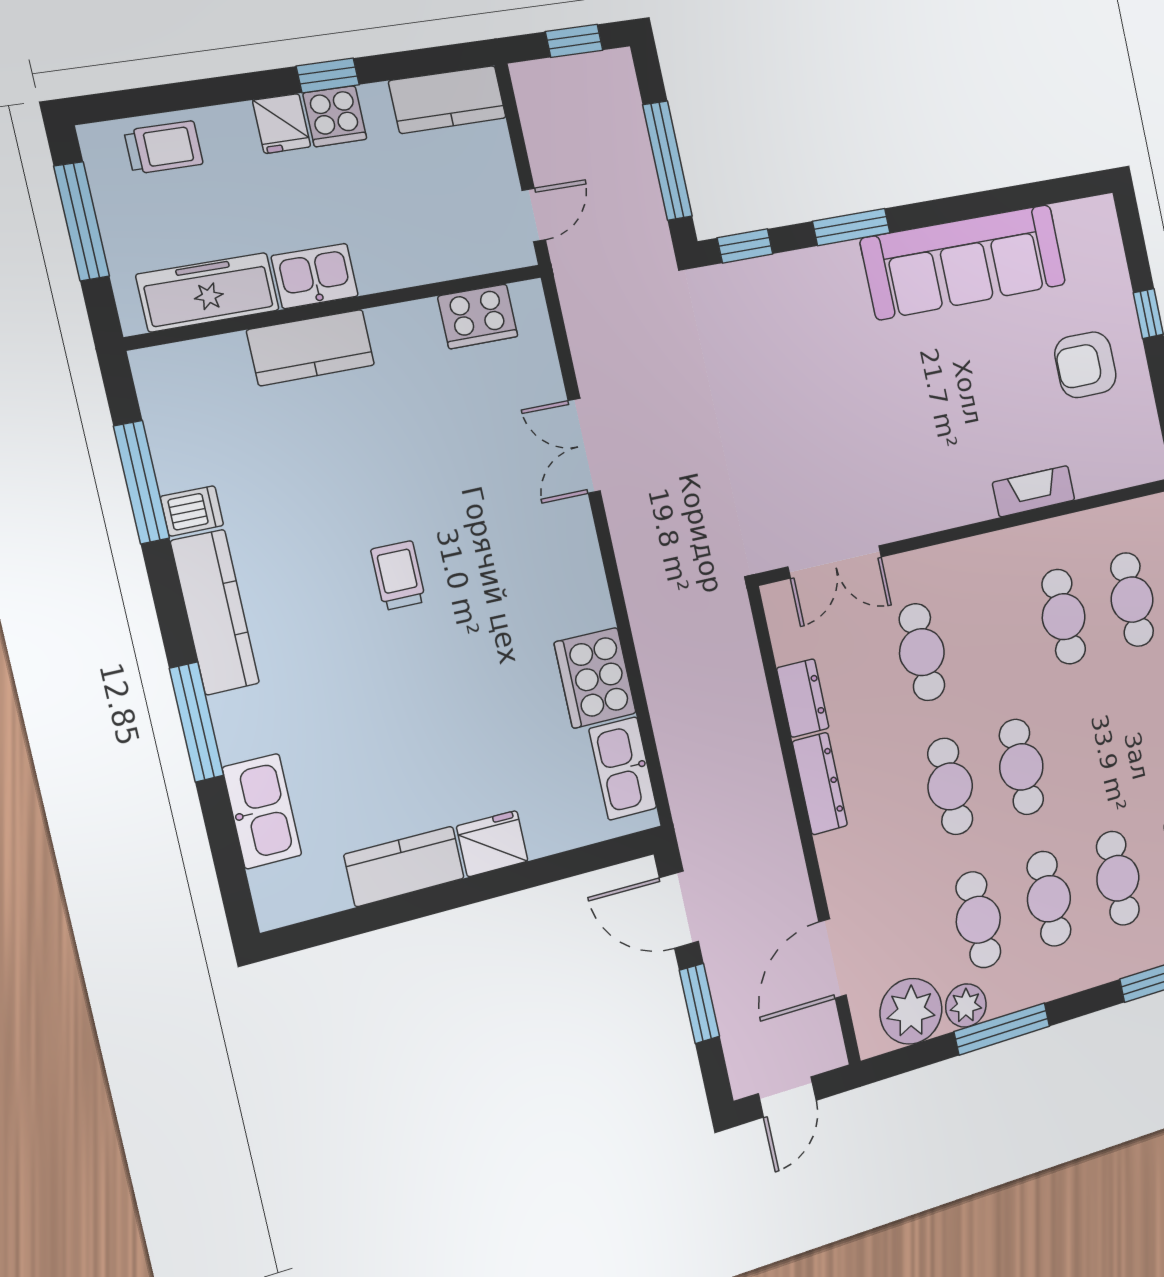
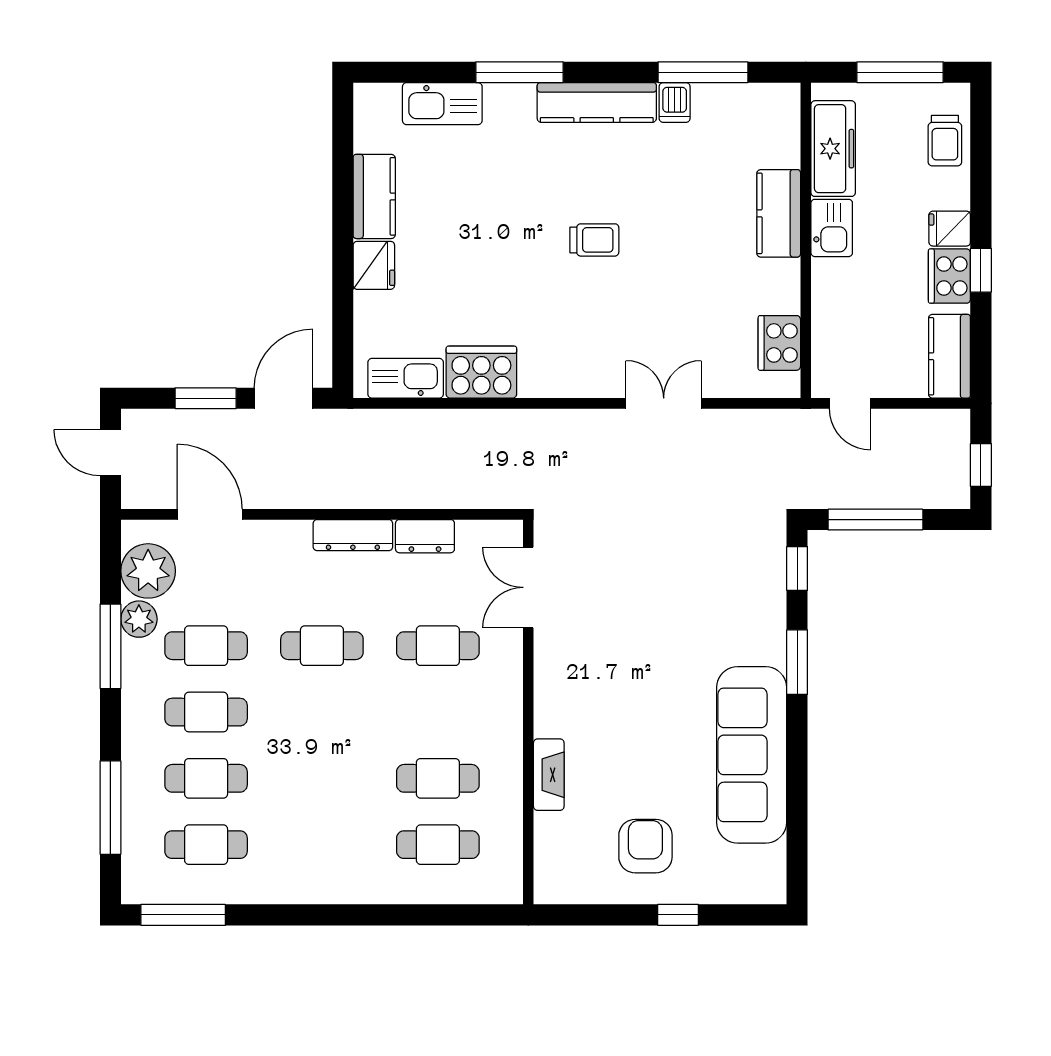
cooker: (335, 116) -> (949, 276), width x1.36
cafe table: (1021, 767) -> (322, 712), removed

